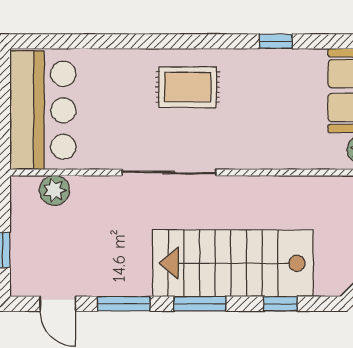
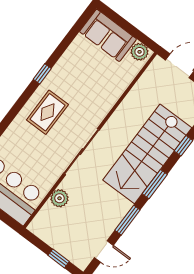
window: (276, 41) -> (42, 74), moved
plant: (54, 190) -> (60, 198), moved

